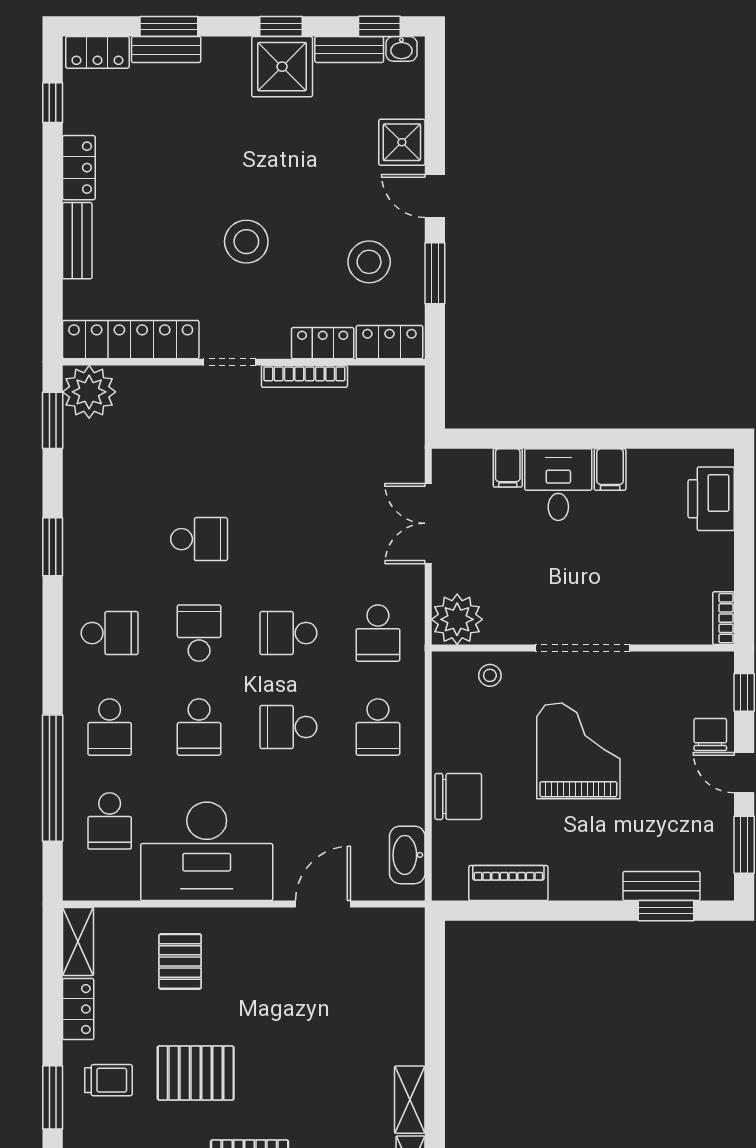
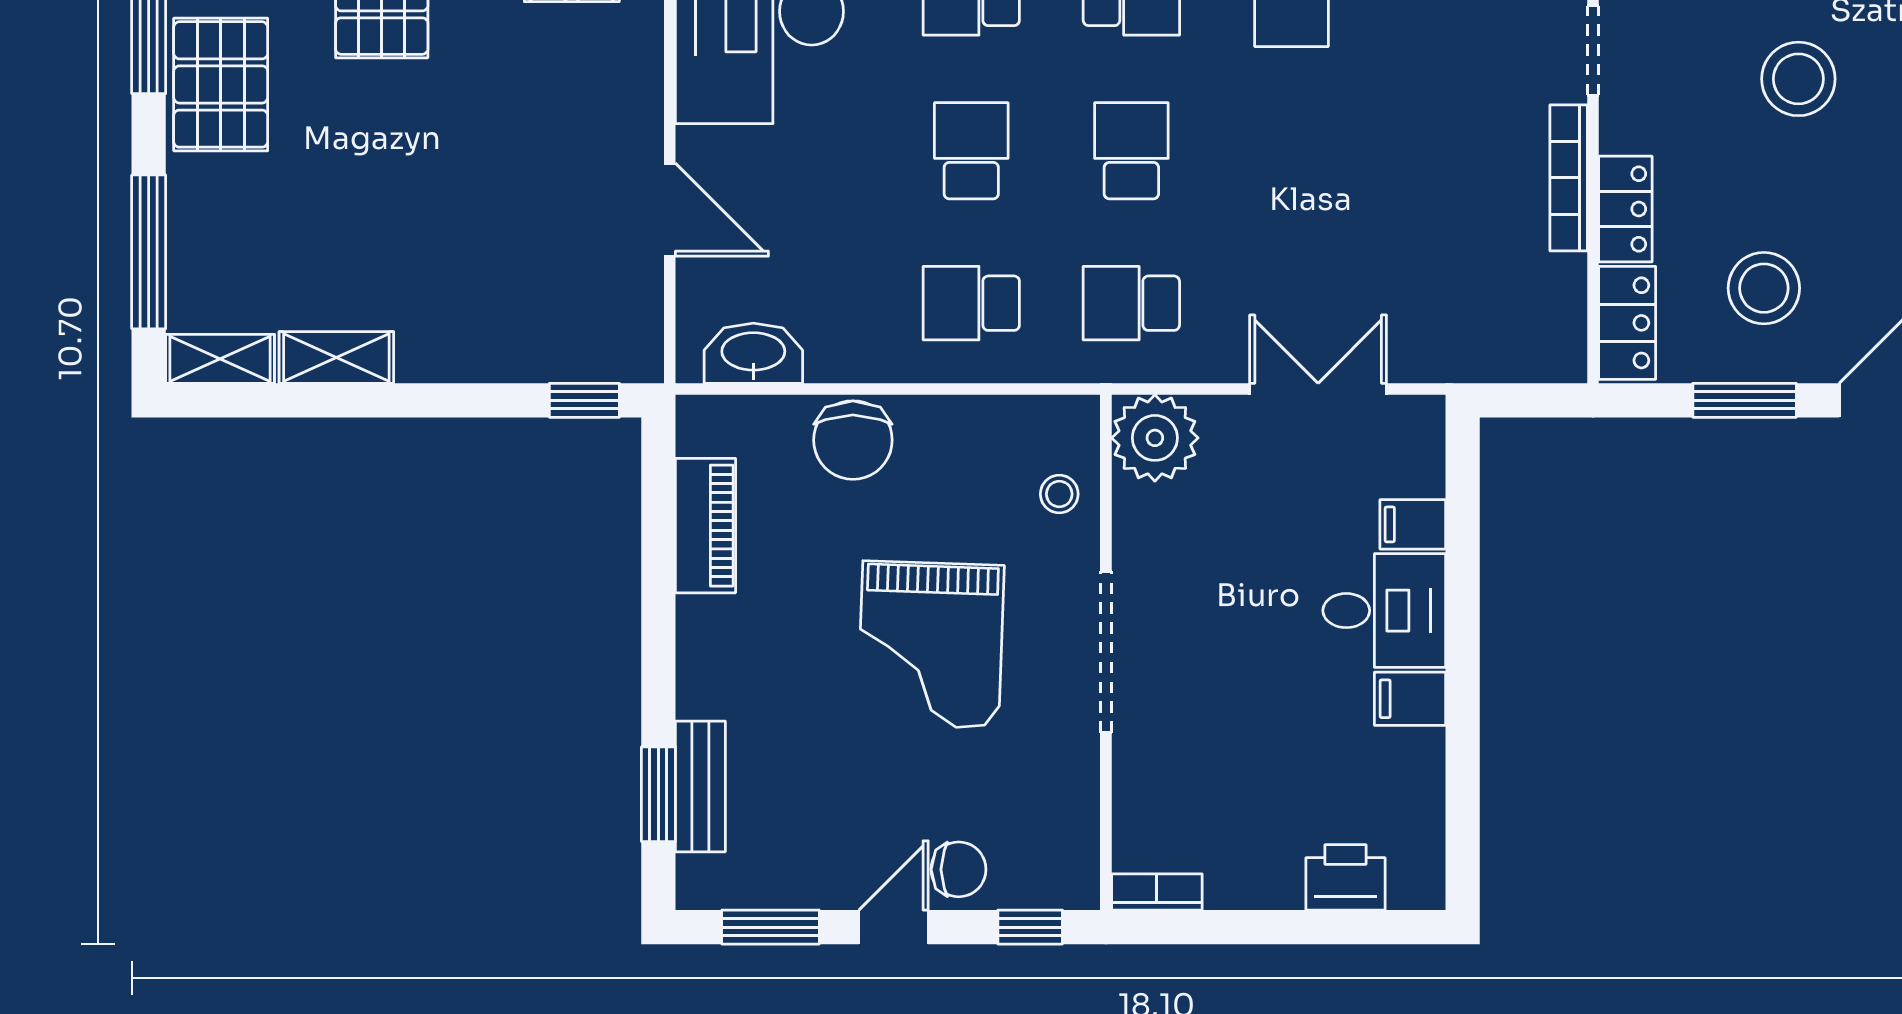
printer: (711, 499) -> (1345, 877), width x0.73, depth x0.84
grand piano: (578, 751) -> (931, 645), turned 92
window: (435, 954) -> (584, 400), added

